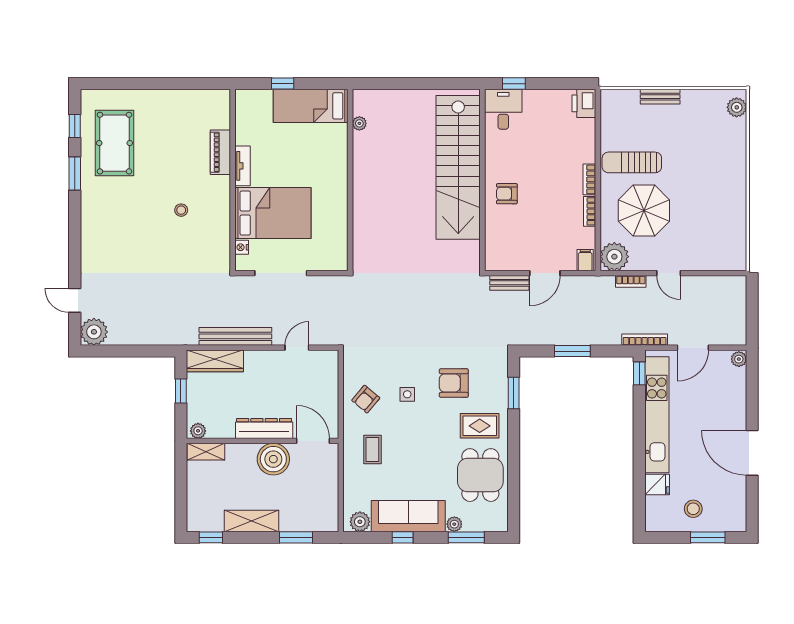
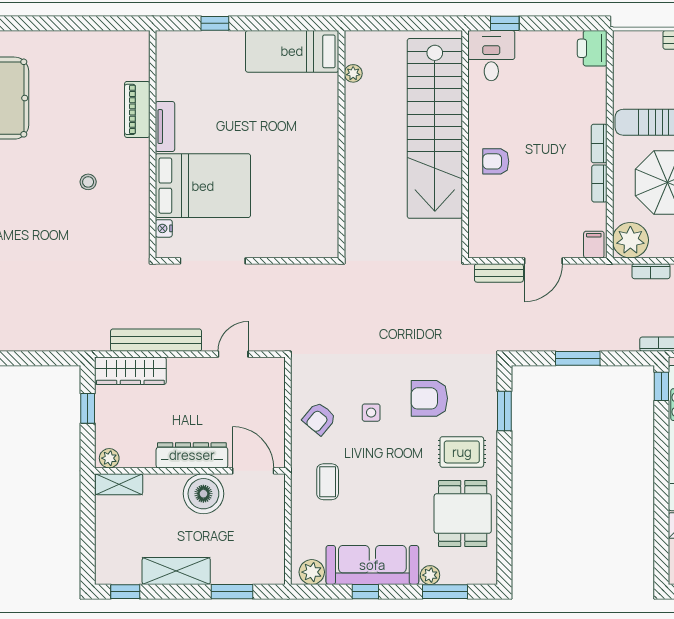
bed: (311, 106) -> (292, 51), moved
plant: (359, 123) -> (353, 73), moved
wall: (350, 180) -> (341, 144), moved

